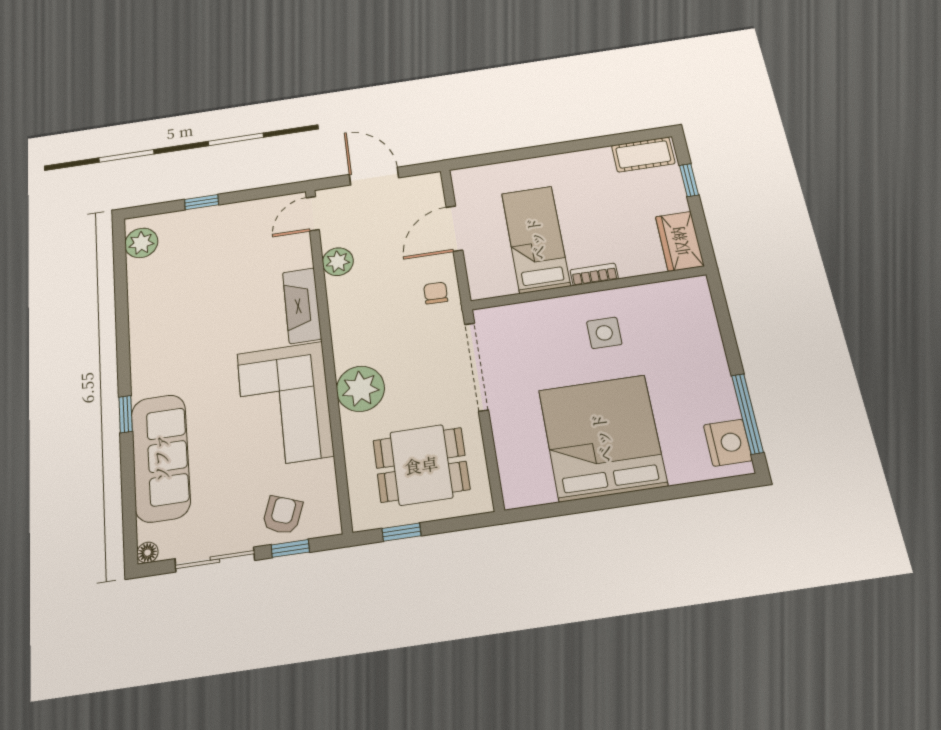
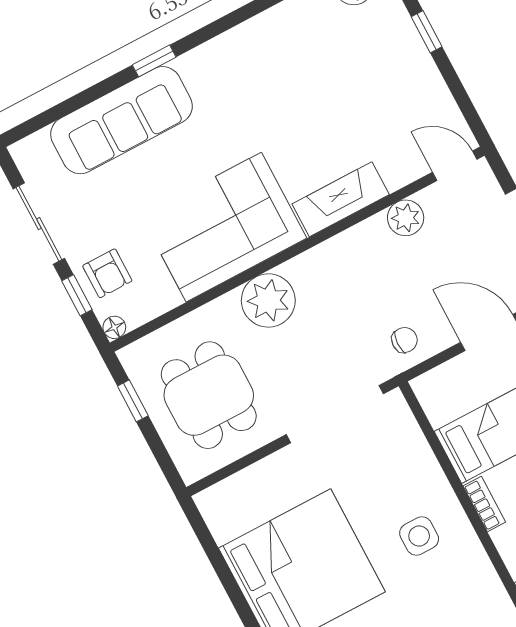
armchair: (282, 515) -> (107, 273), turned 70
floor lamp: (148, 553) -> (114, 327), moved

